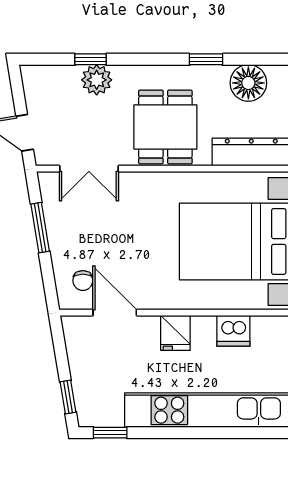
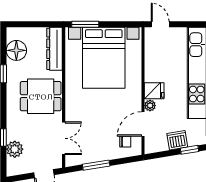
plant: (97, 80) -> (15, 149), moved
plant: (148, 325) -> (150, 106), added
dishwasher: (233, 331) -> (177, 140), moved, turned -99

